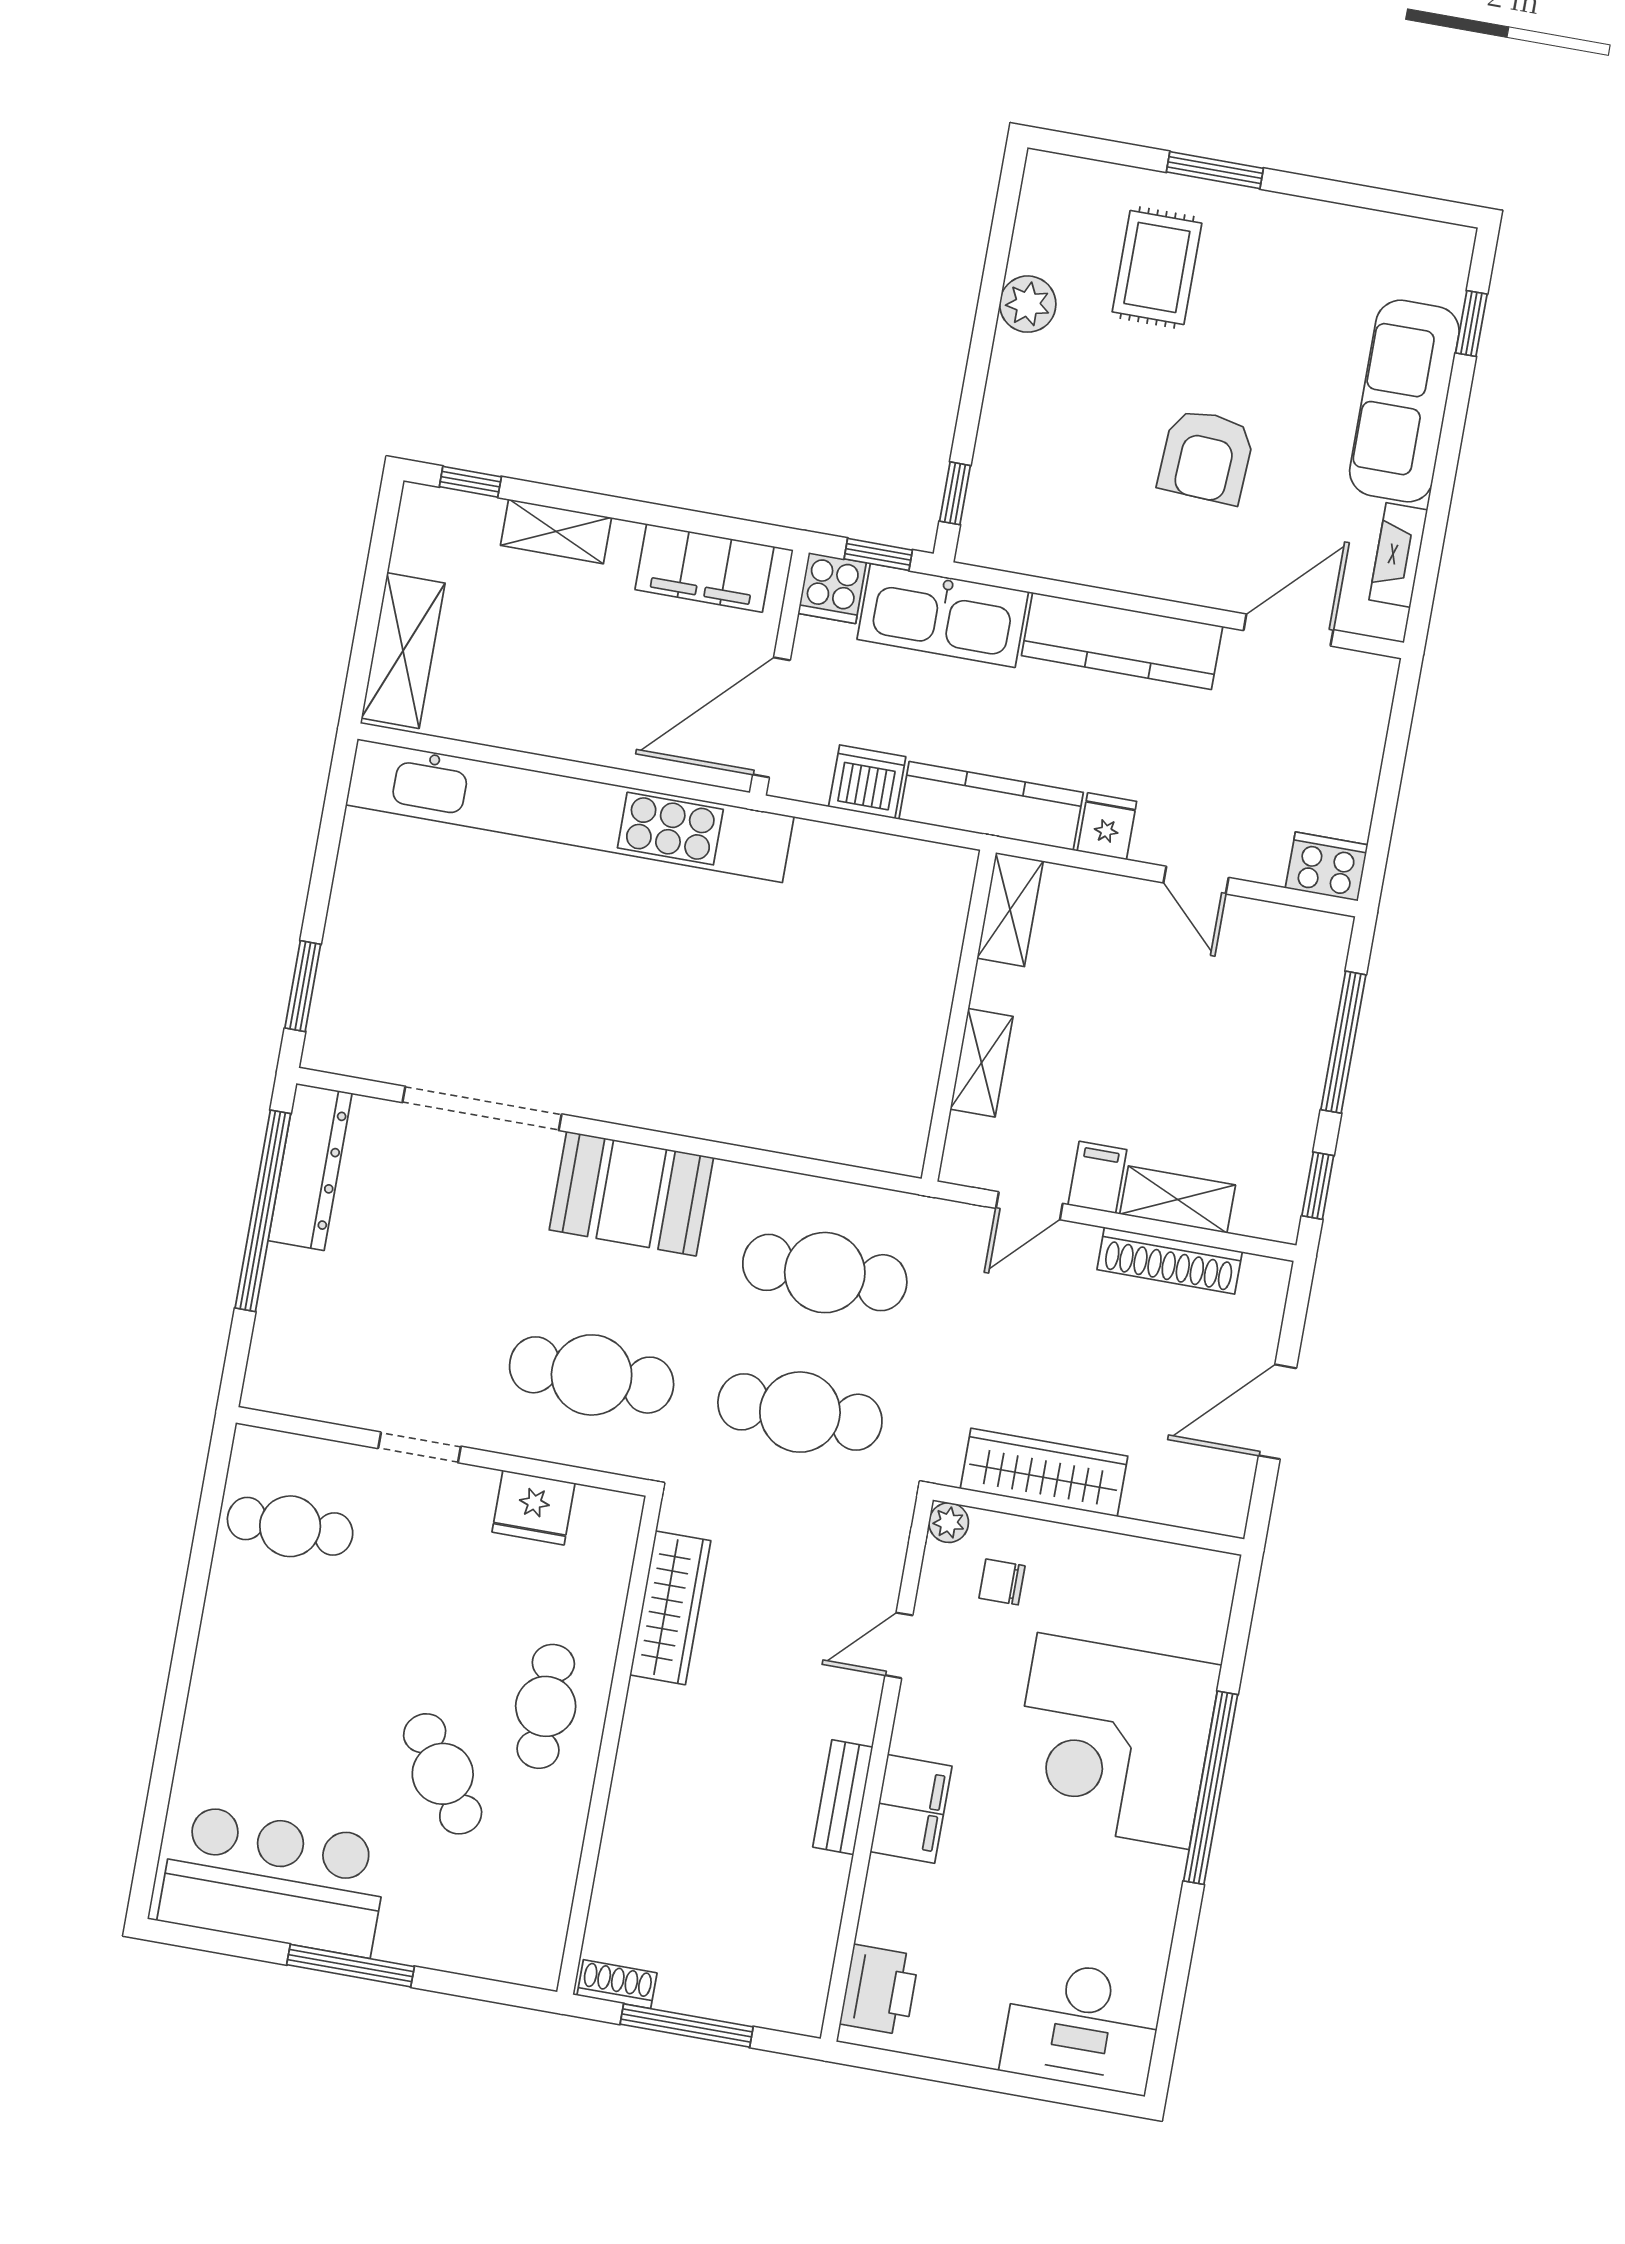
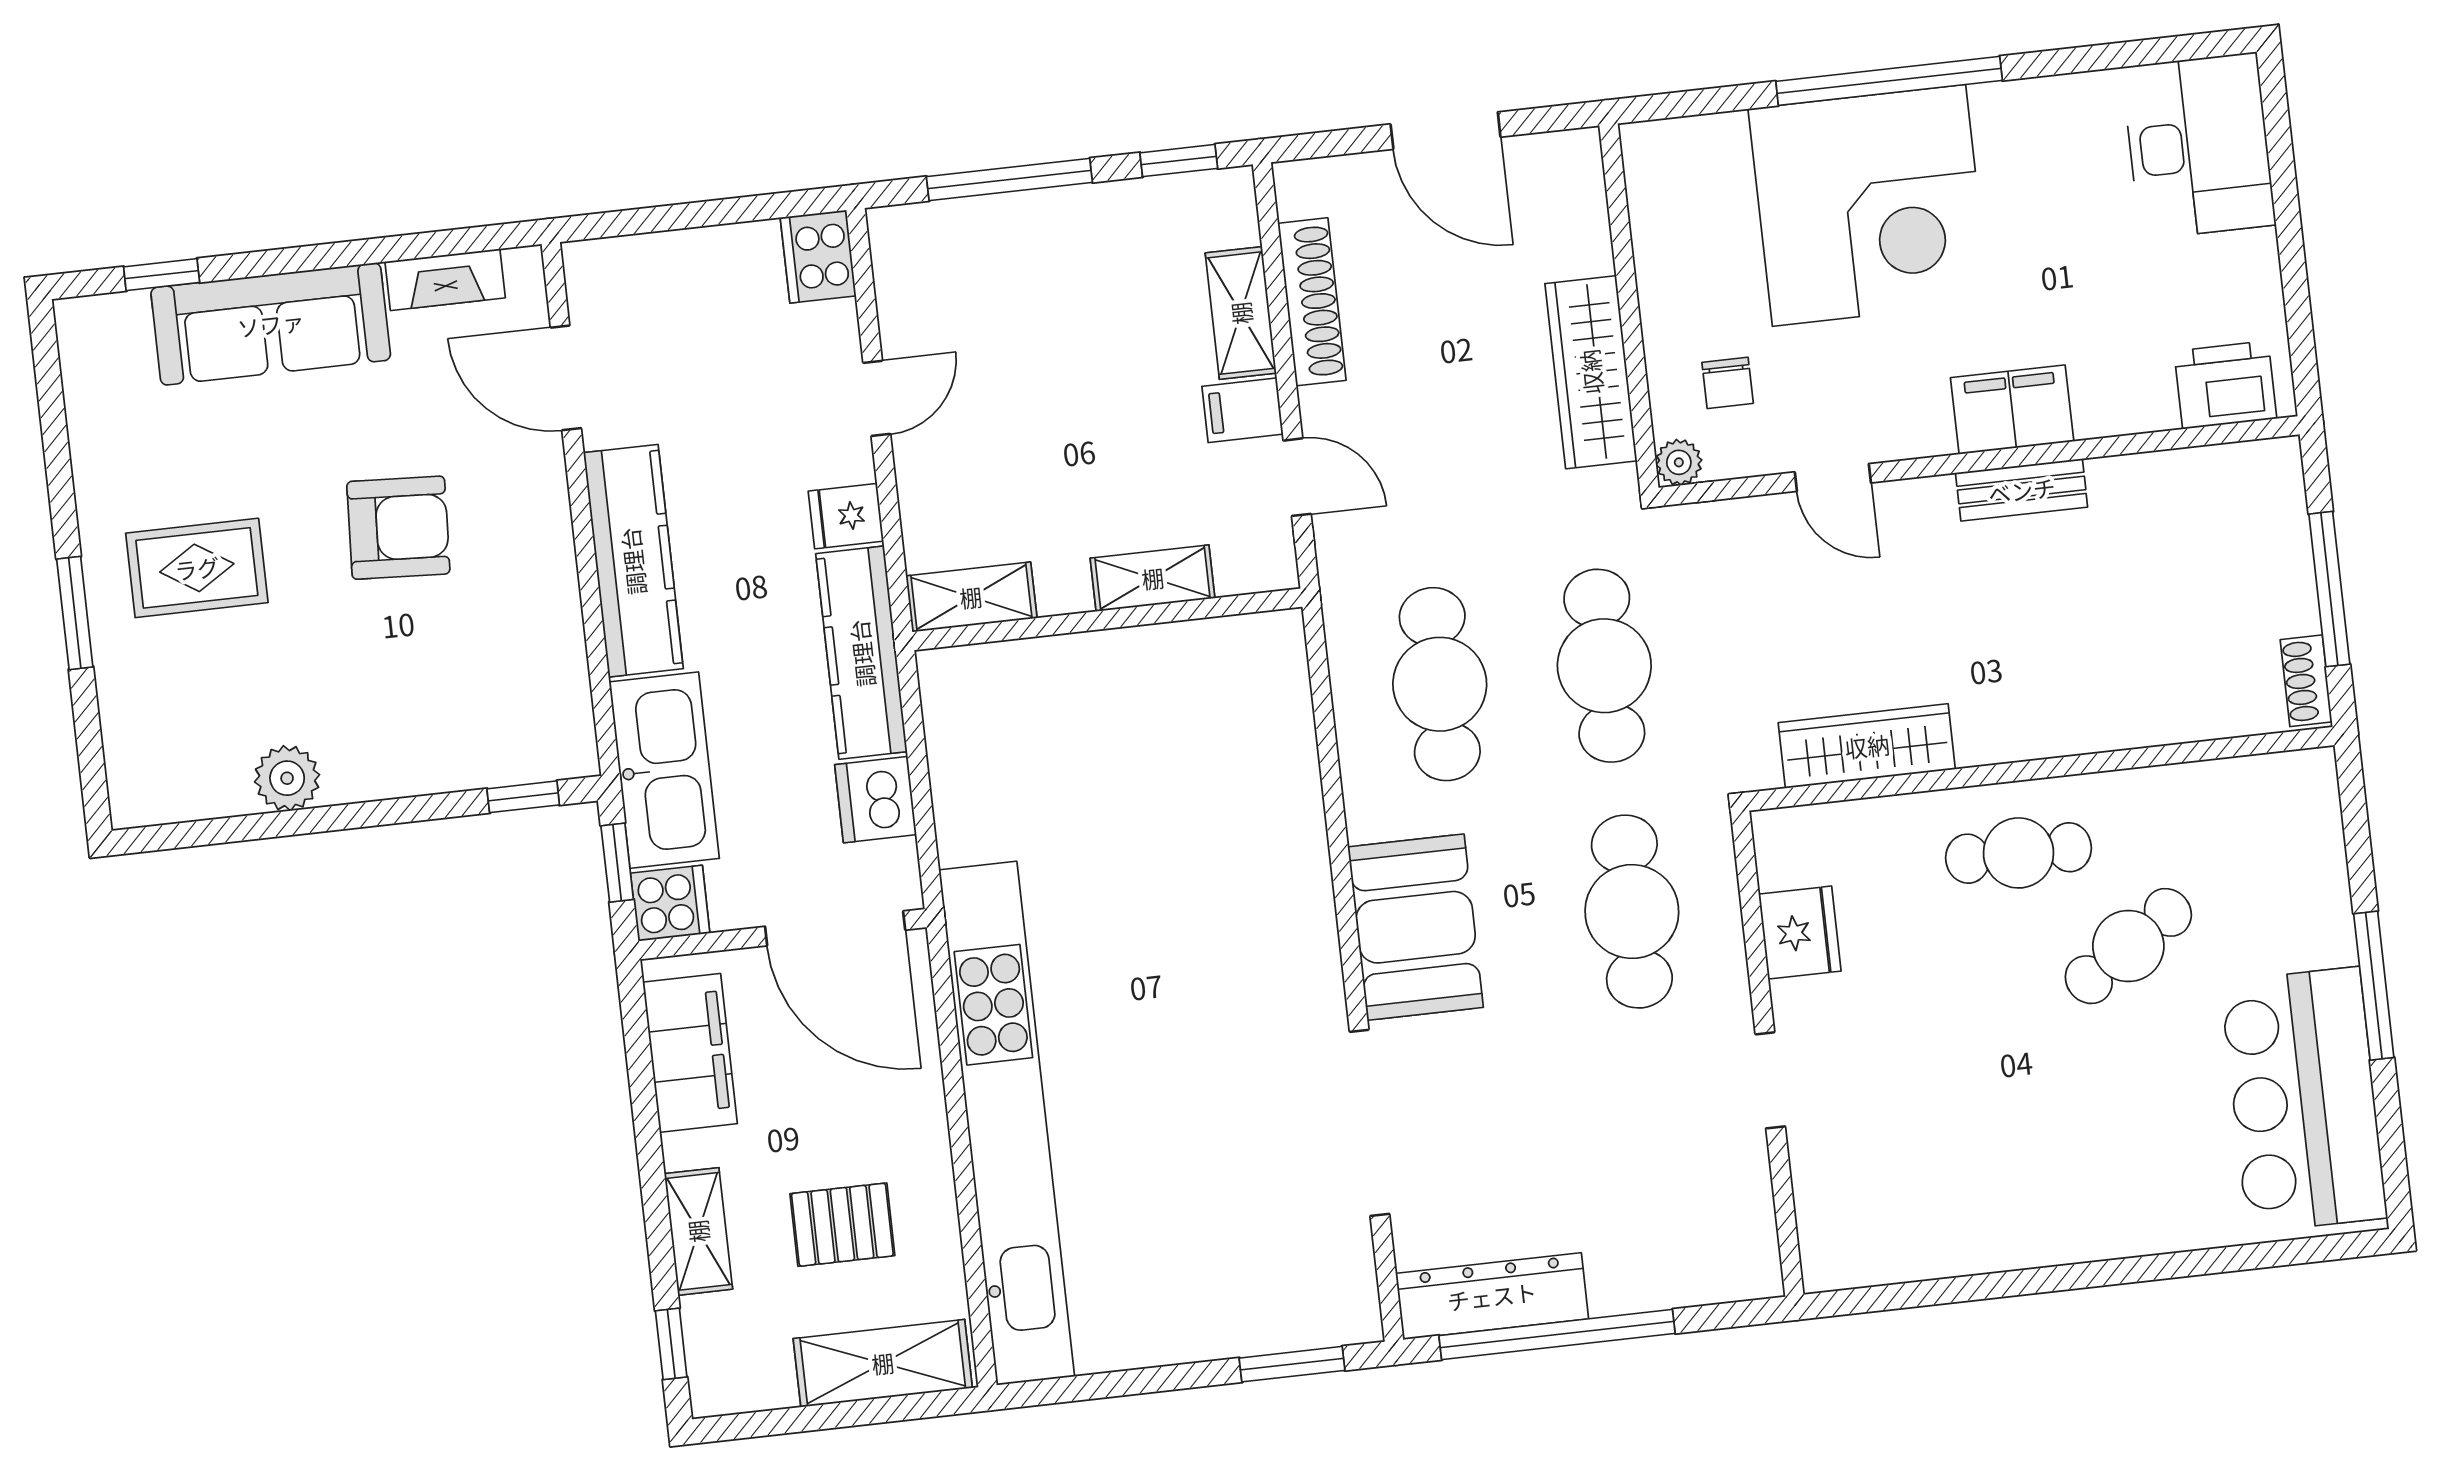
rug: (1157, 267) -> (197, 568), moved
pallet: (527, 651) -> (842, 1225), added
cafe table: (290, 1526) -> (1902, 1199), removed

